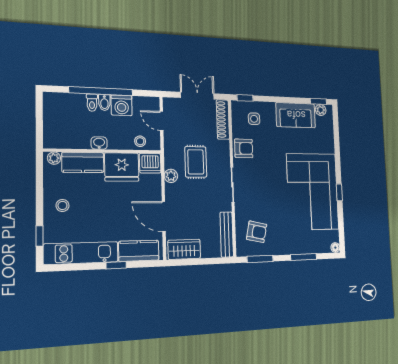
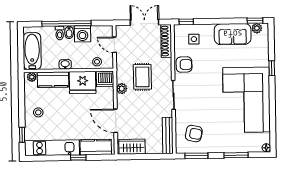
bathtub: (55, 124) -> (32, 51), added
window: (339, 192) -> (272, 68), moved

